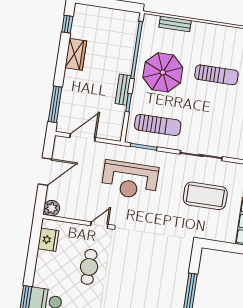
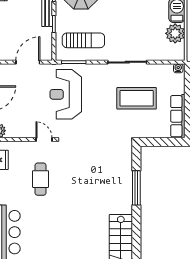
door: (83, 138) -> (28, 62), moved
reception desk: (130, 180) -> (66, 94), turned 90
door: (99, 225) -> (44, 140), hinge flipped

